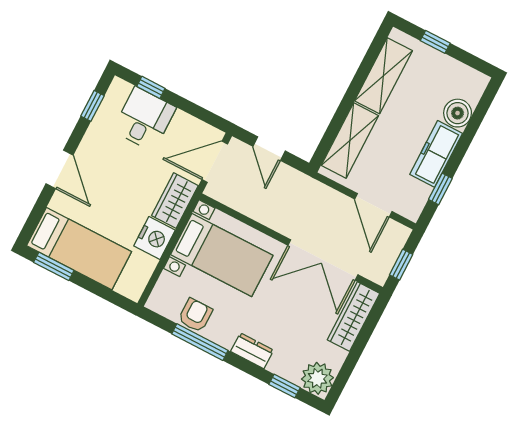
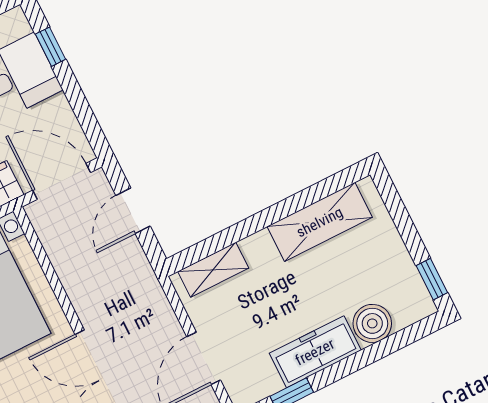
window: (435, 42) -> (432, 279), moved
shelving: (350, 140) -> (213, 270), width x0.67, depth x0.75

